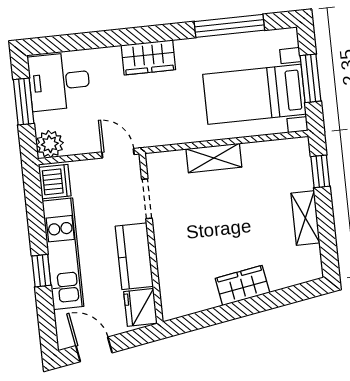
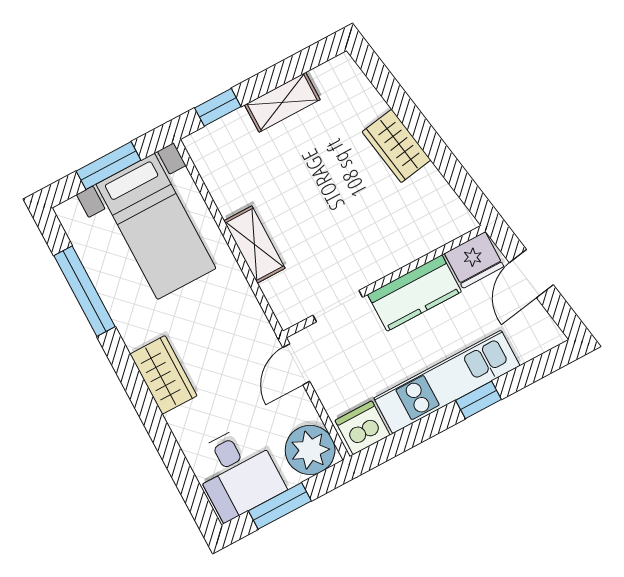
plant: (50, 144) -> (310, 450), width x1.36, depth x1.36
door: (94, 349) -> (531, 274), moved

